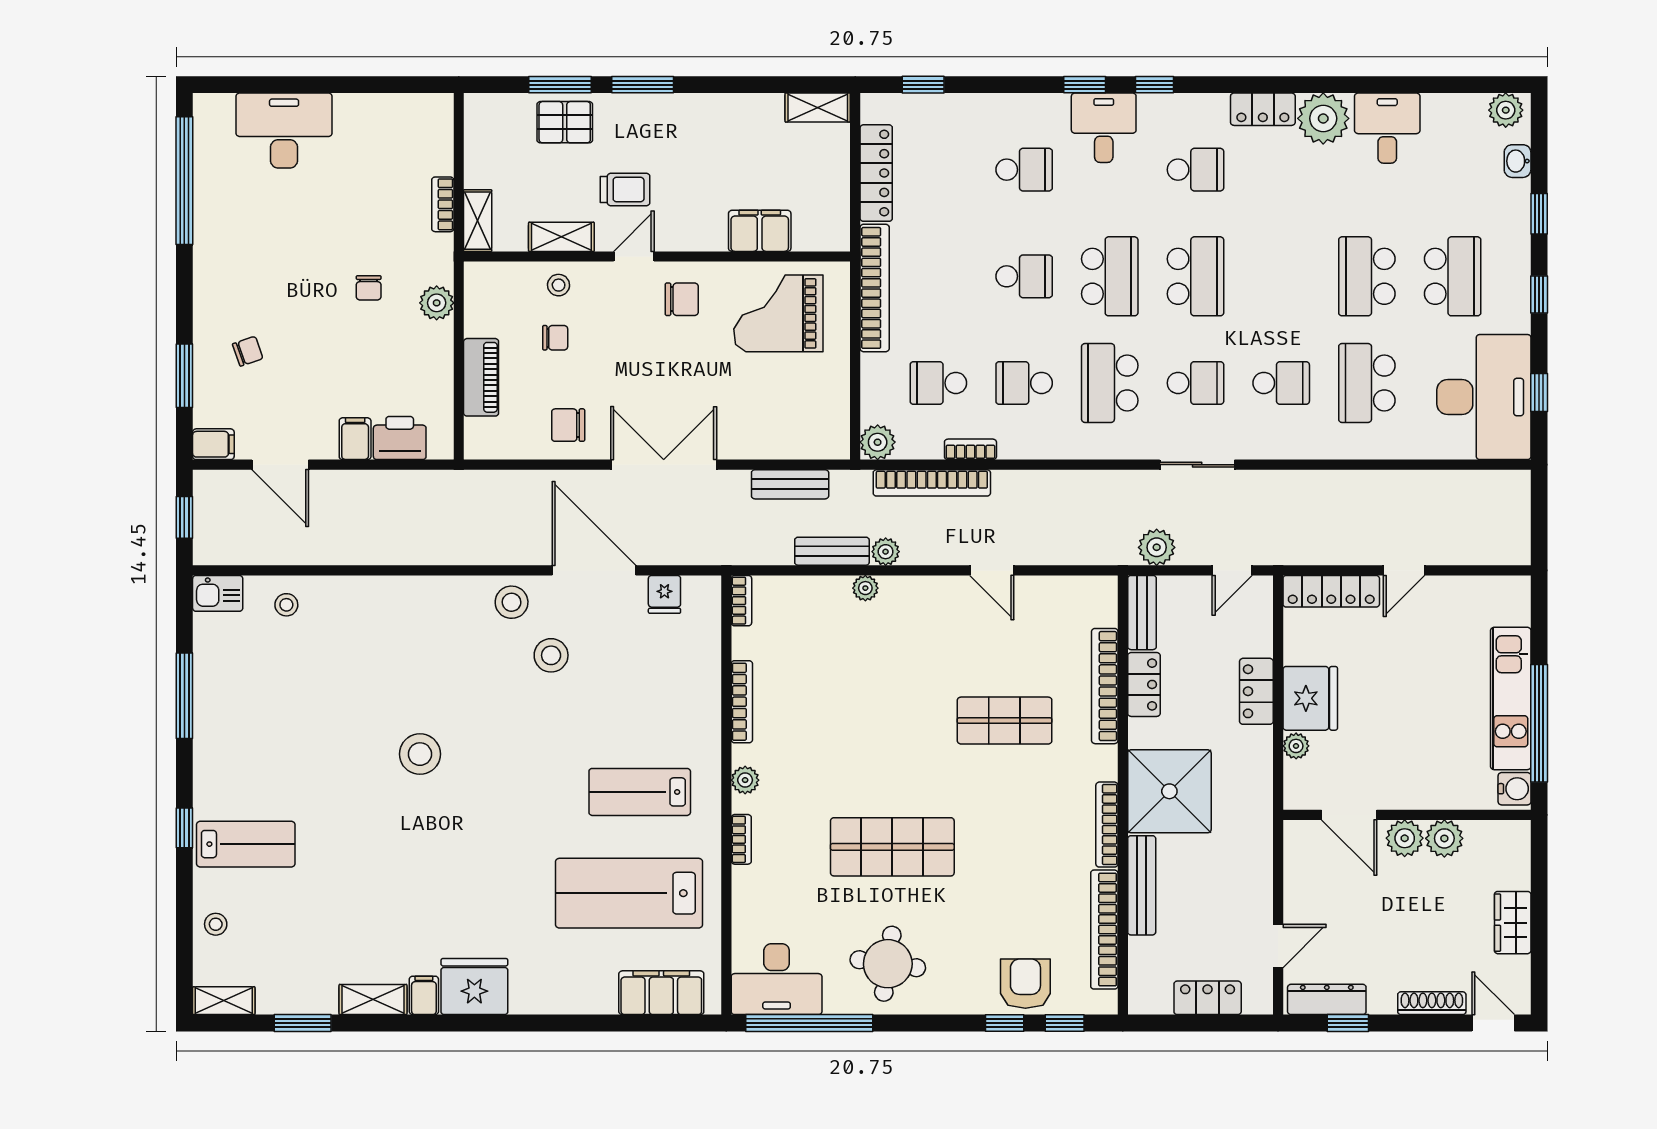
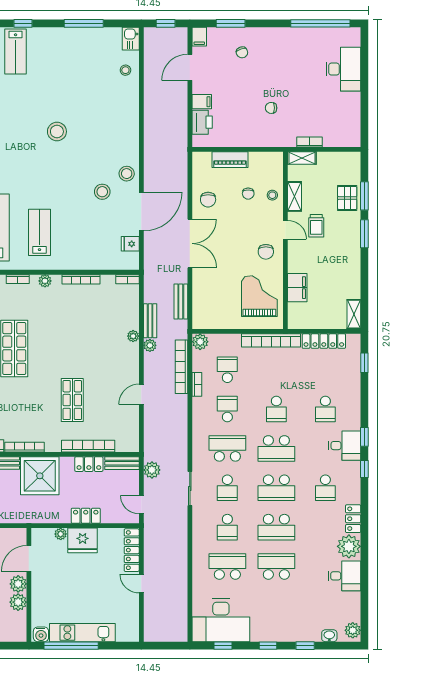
school desk: (1453, 276) -> (276, 527), moved
plant: (437, 303) -> (264, 139), removed
chair: (568, 425) -> (208, 200), turned 180

